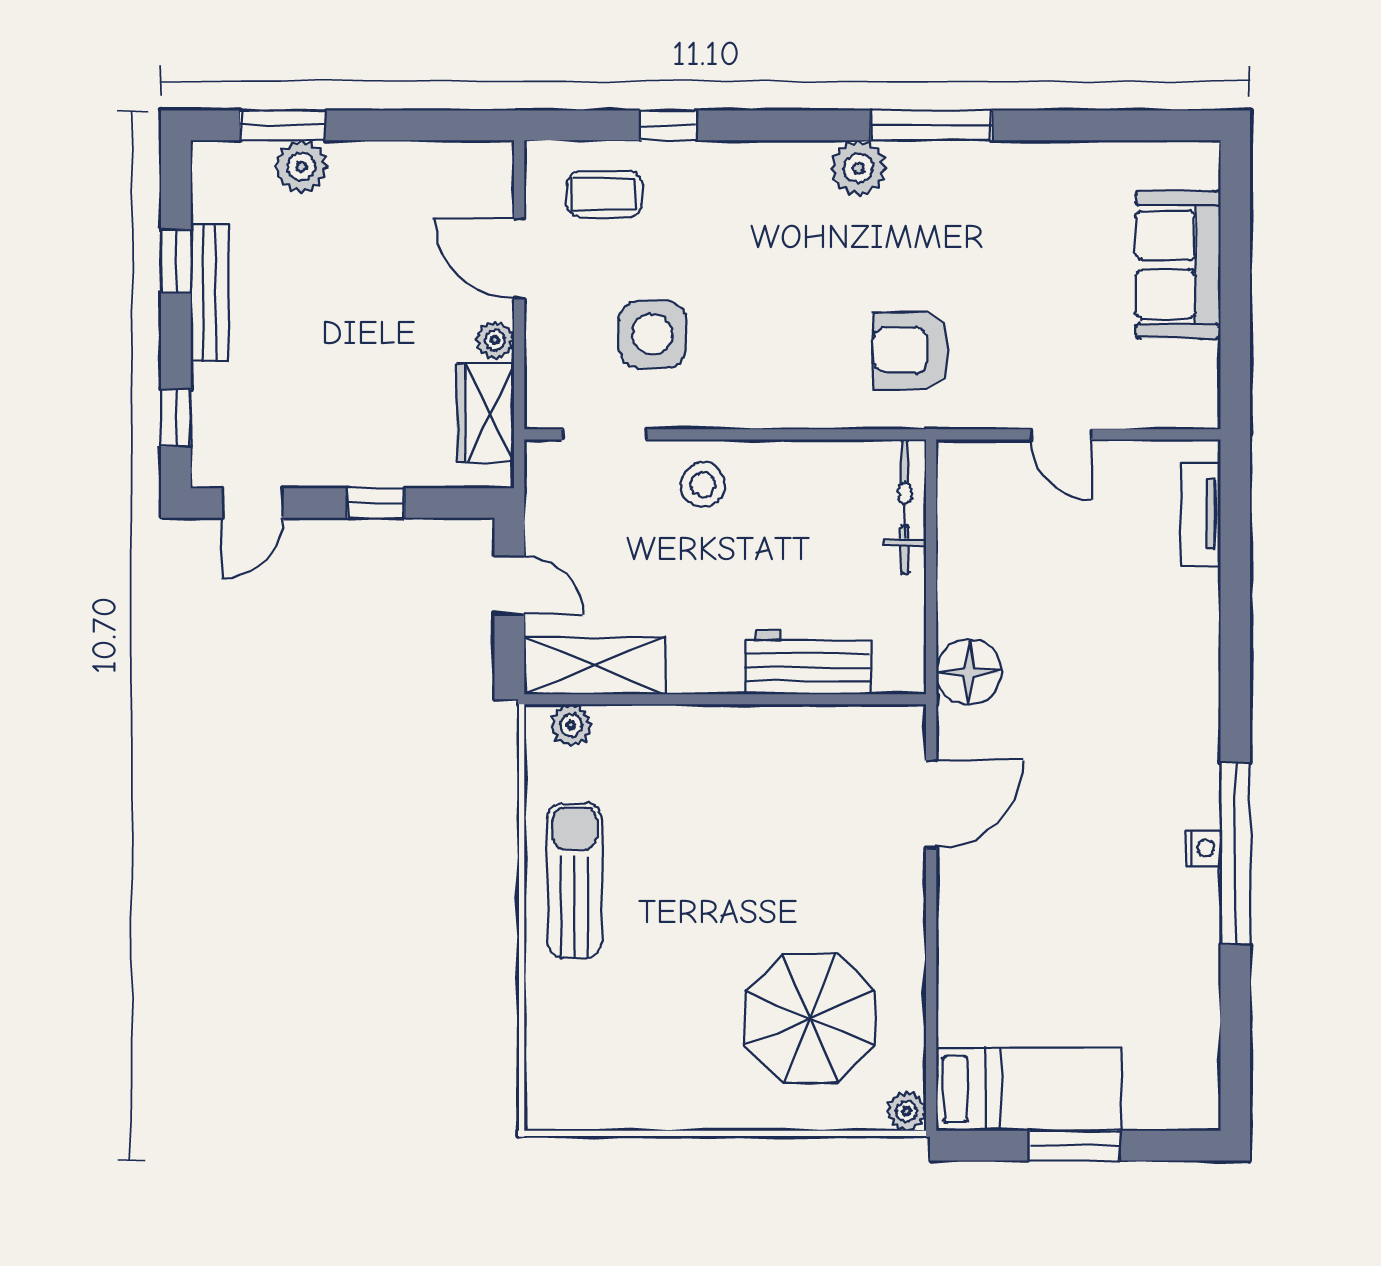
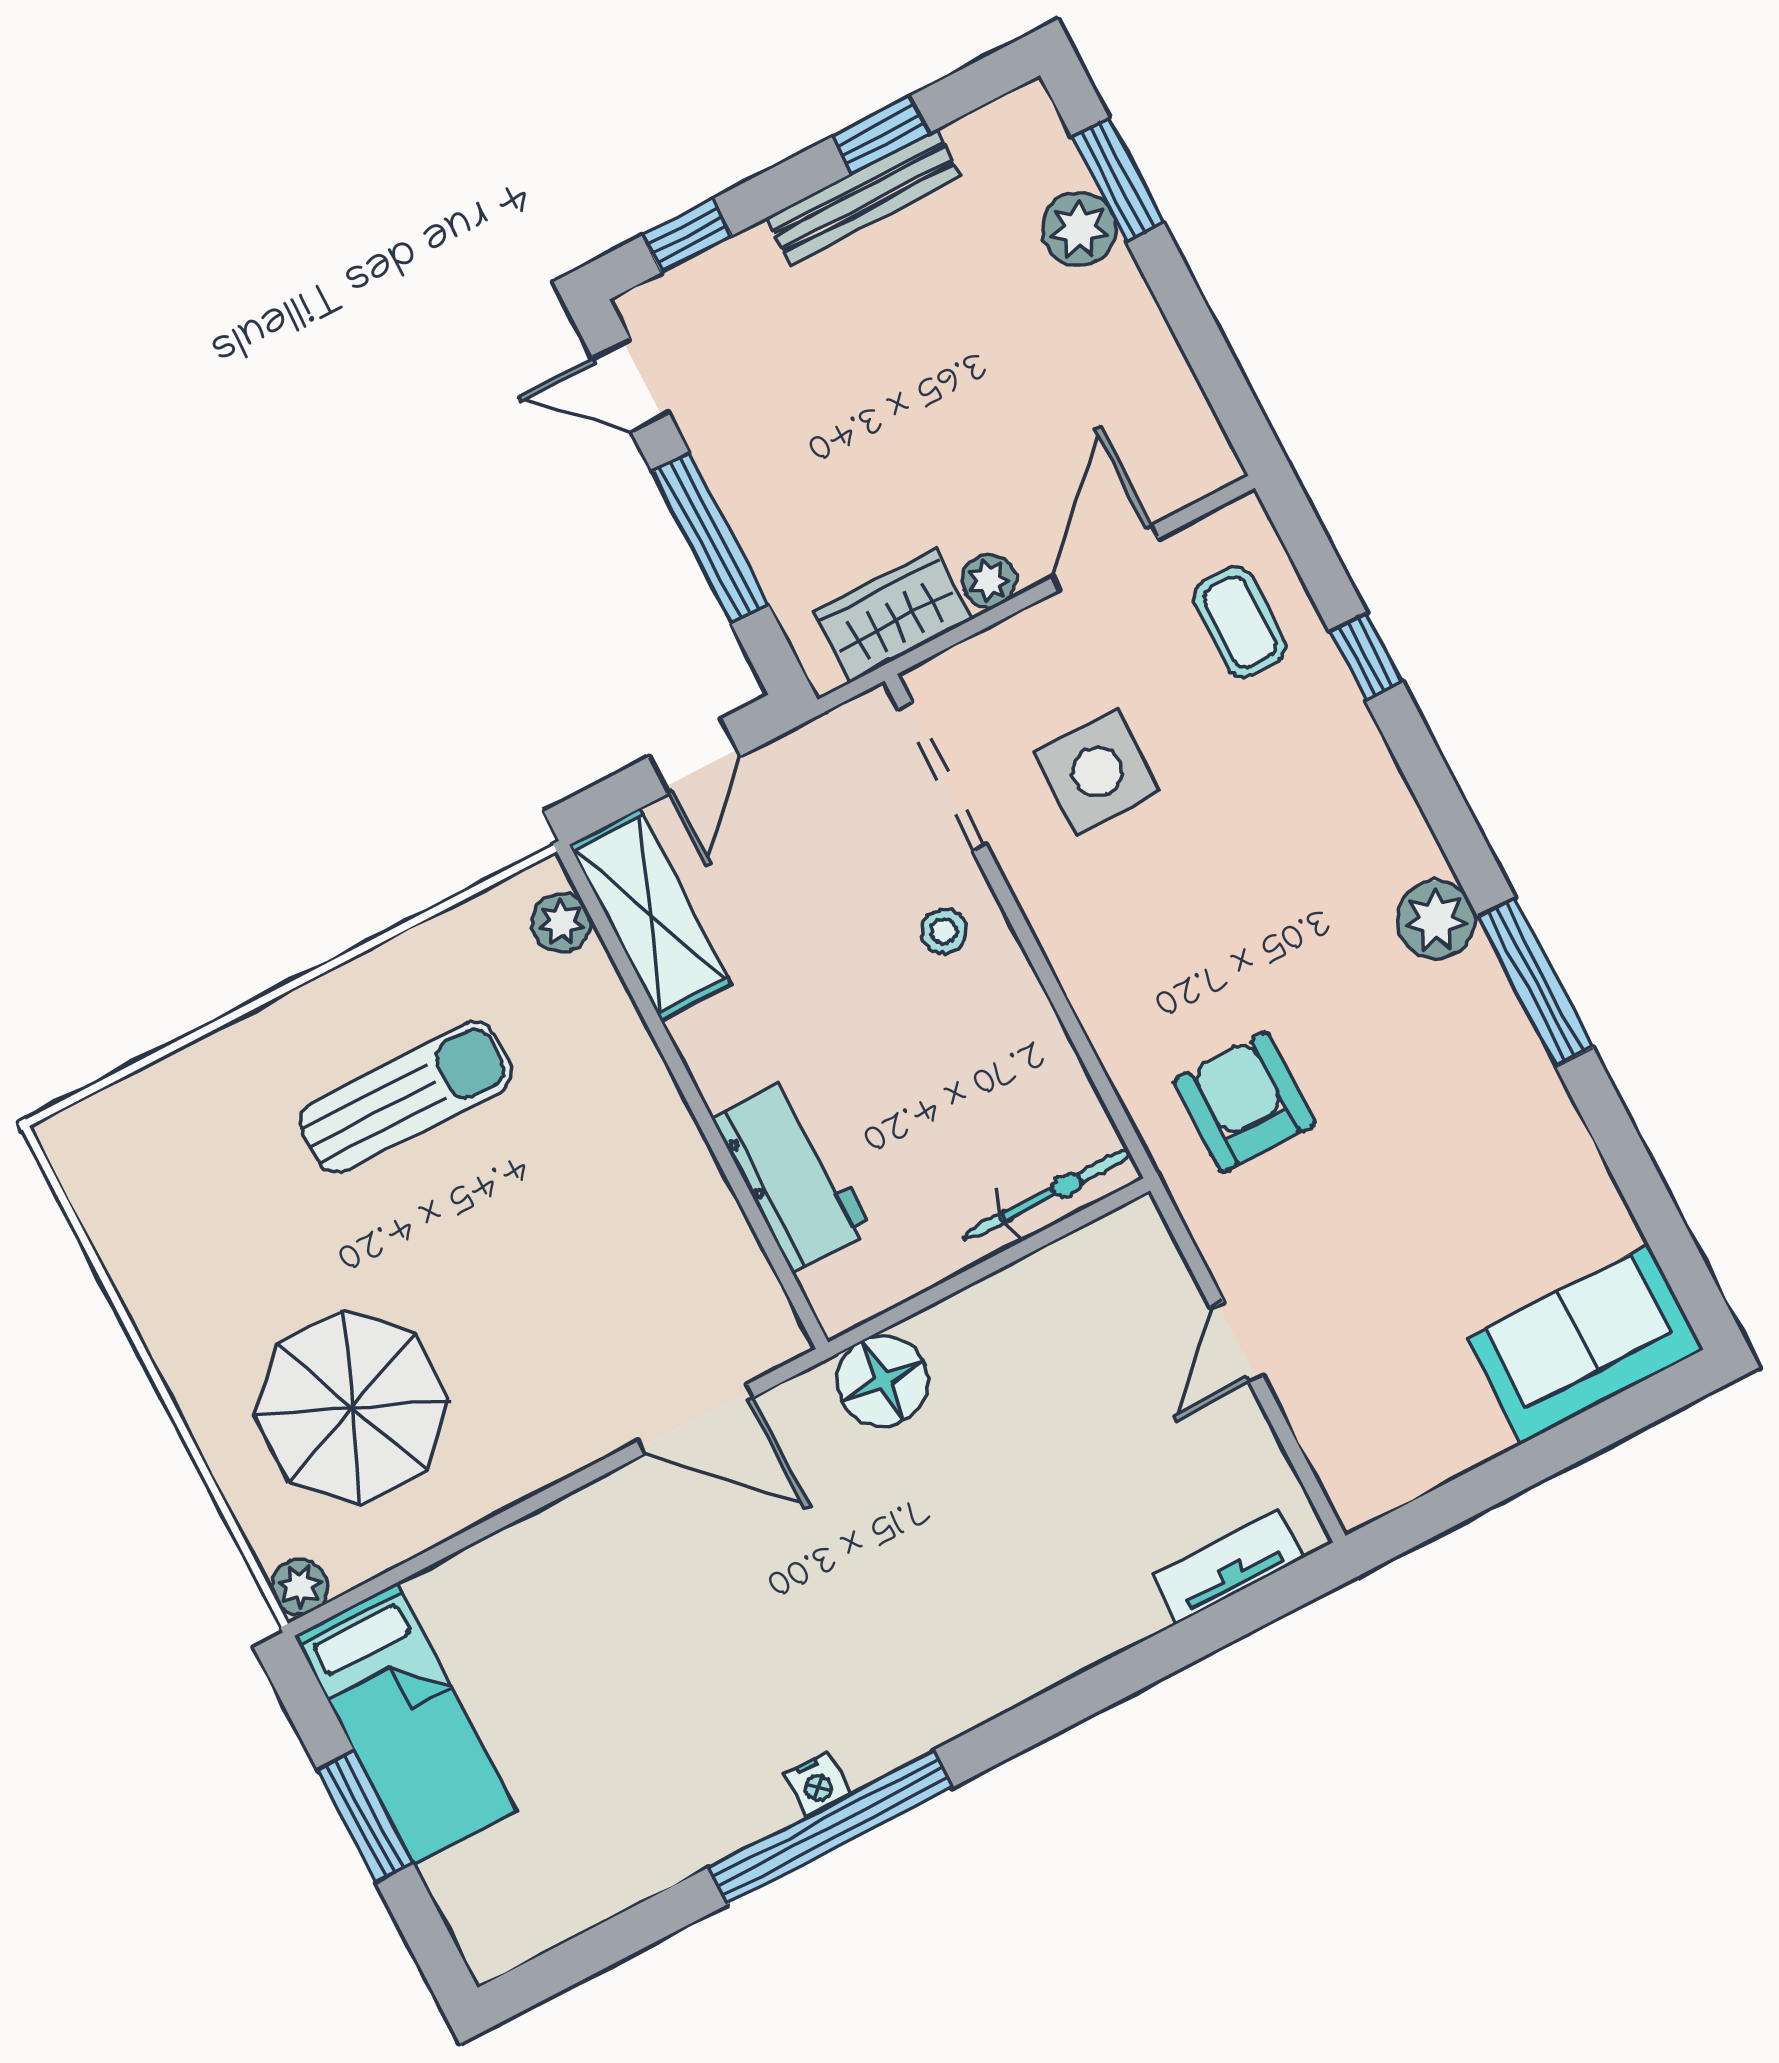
sofa: (1178, 265) -> (1585, 1344), moved
doorway: (605, 434) -> (943, 777), width x1.38
stool: (703, 485) -> (944, 931), width x0.73, depth x0.73
window: (376, 503) -> (710, 538), width x2.17
sun lounger: (575, 880) -> (406, 1097), moved

